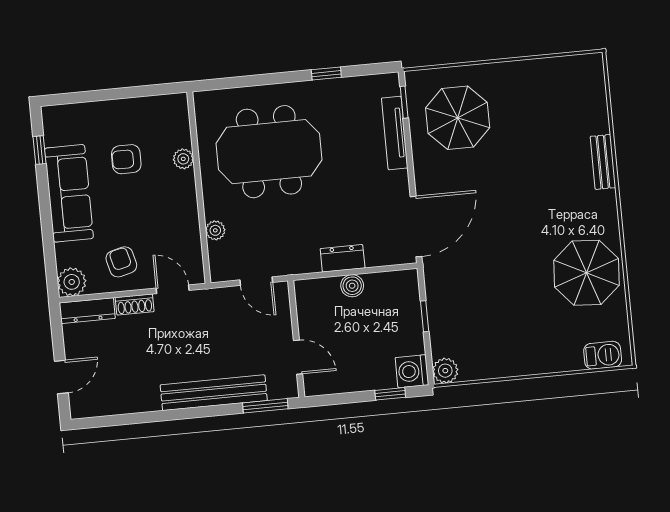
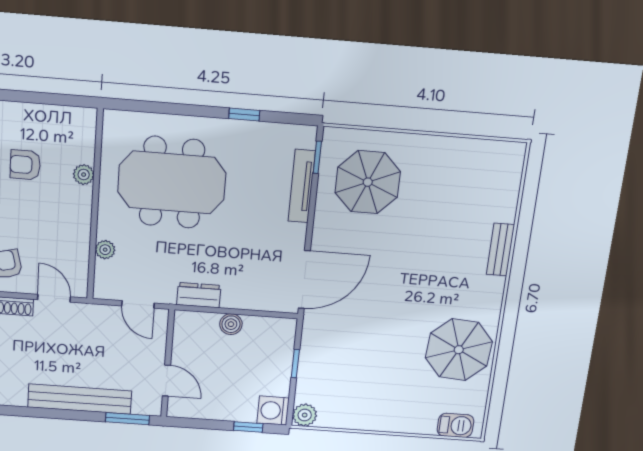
dresser: (343, 258) -> (199, 295), moved

